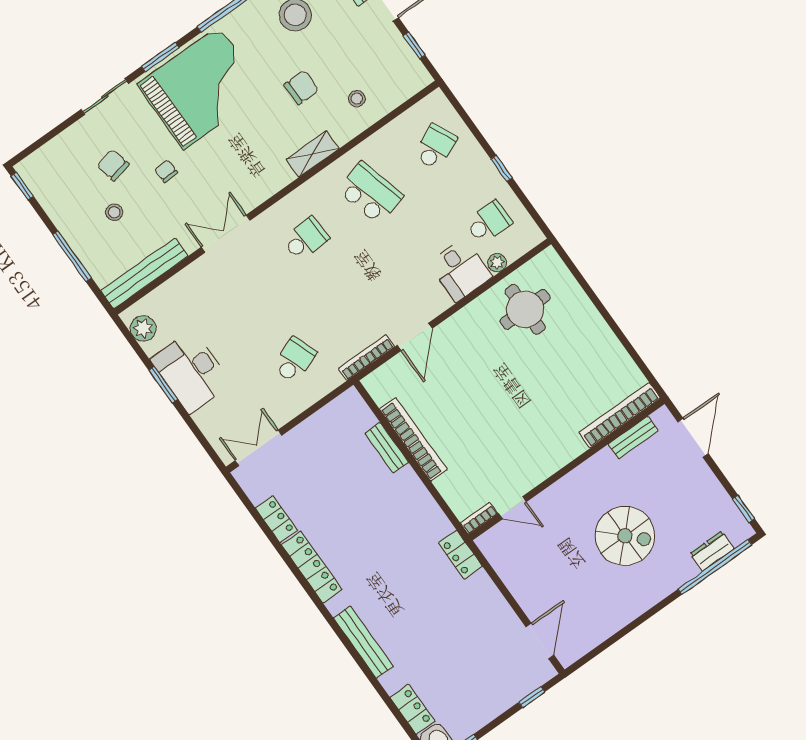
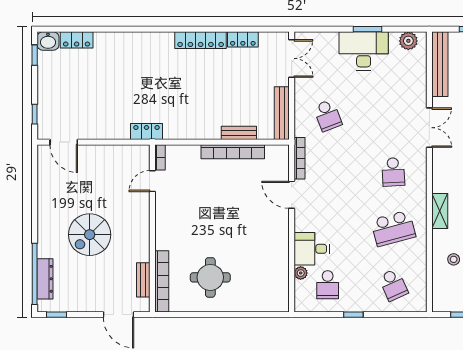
round table: (525, 309) -> (210, 277), moved
dresser: (712, 551) -> (45, 279), width x1.44
bench: (363, 642) -> (282, 113), moved, turned 90

